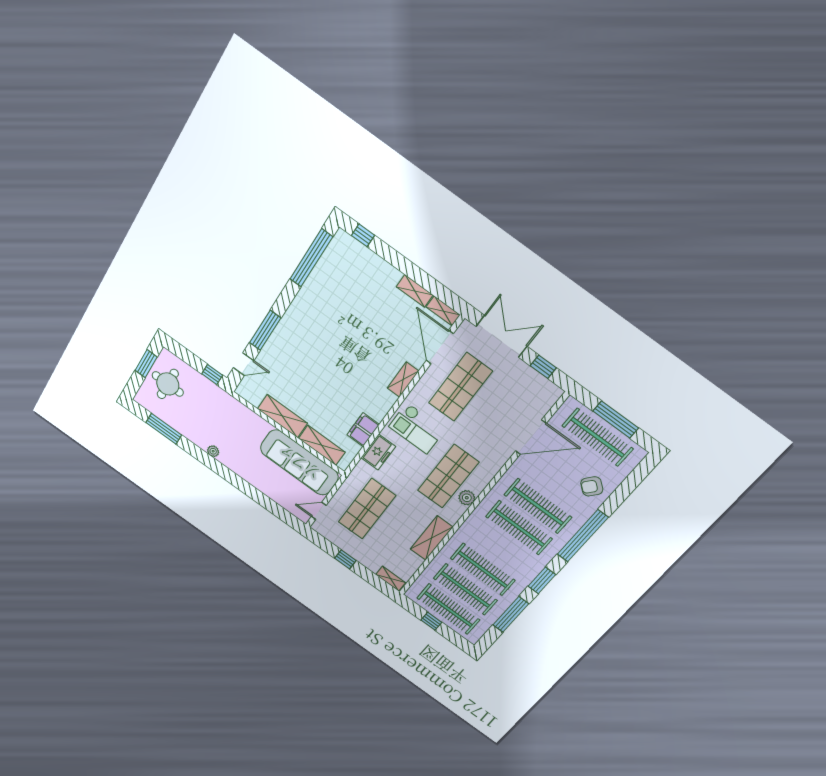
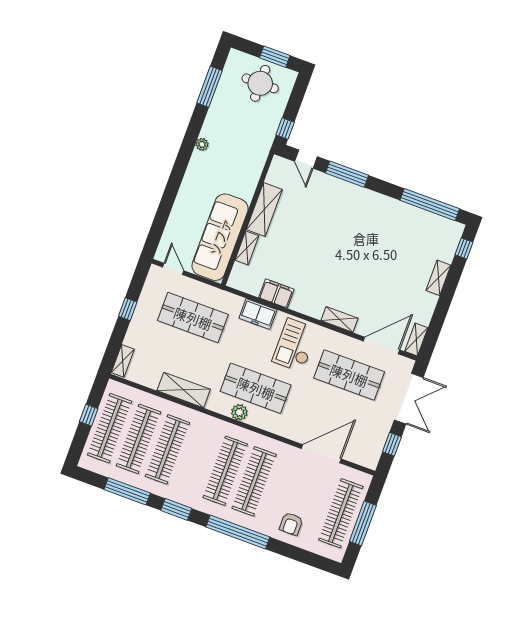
shelving: (415, 291) -> (438, 278), moved
door: (531, 437) -> (321, 454), swing flipped
shelving: (322, 445) -> (247, 248), width x0.67, depth x0.75
armchair: (592, 486) -> (291, 524), turned -130

